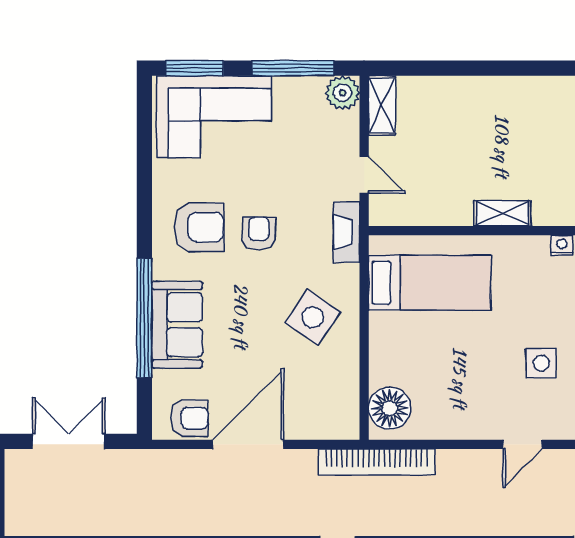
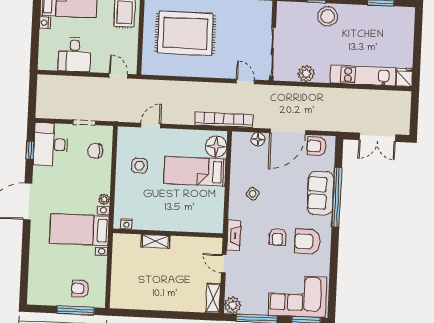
bed: (430, 283) -> (195, 171), moved
side table: (313, 317) -> (253, 194), width x0.54, depth x0.54
floor lamp: (307, 426) -> (258, 139), added

